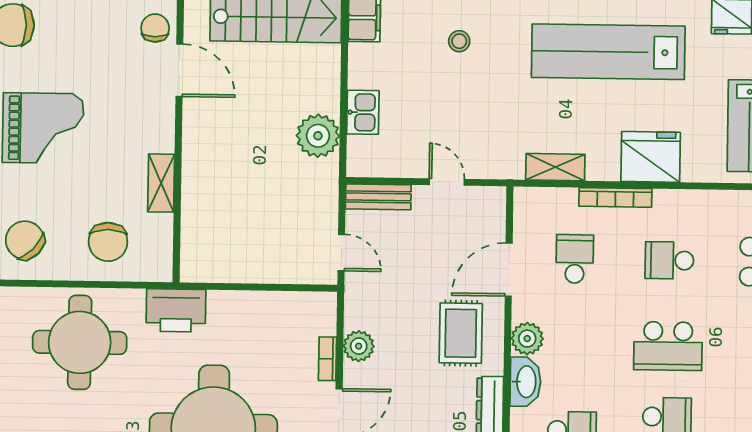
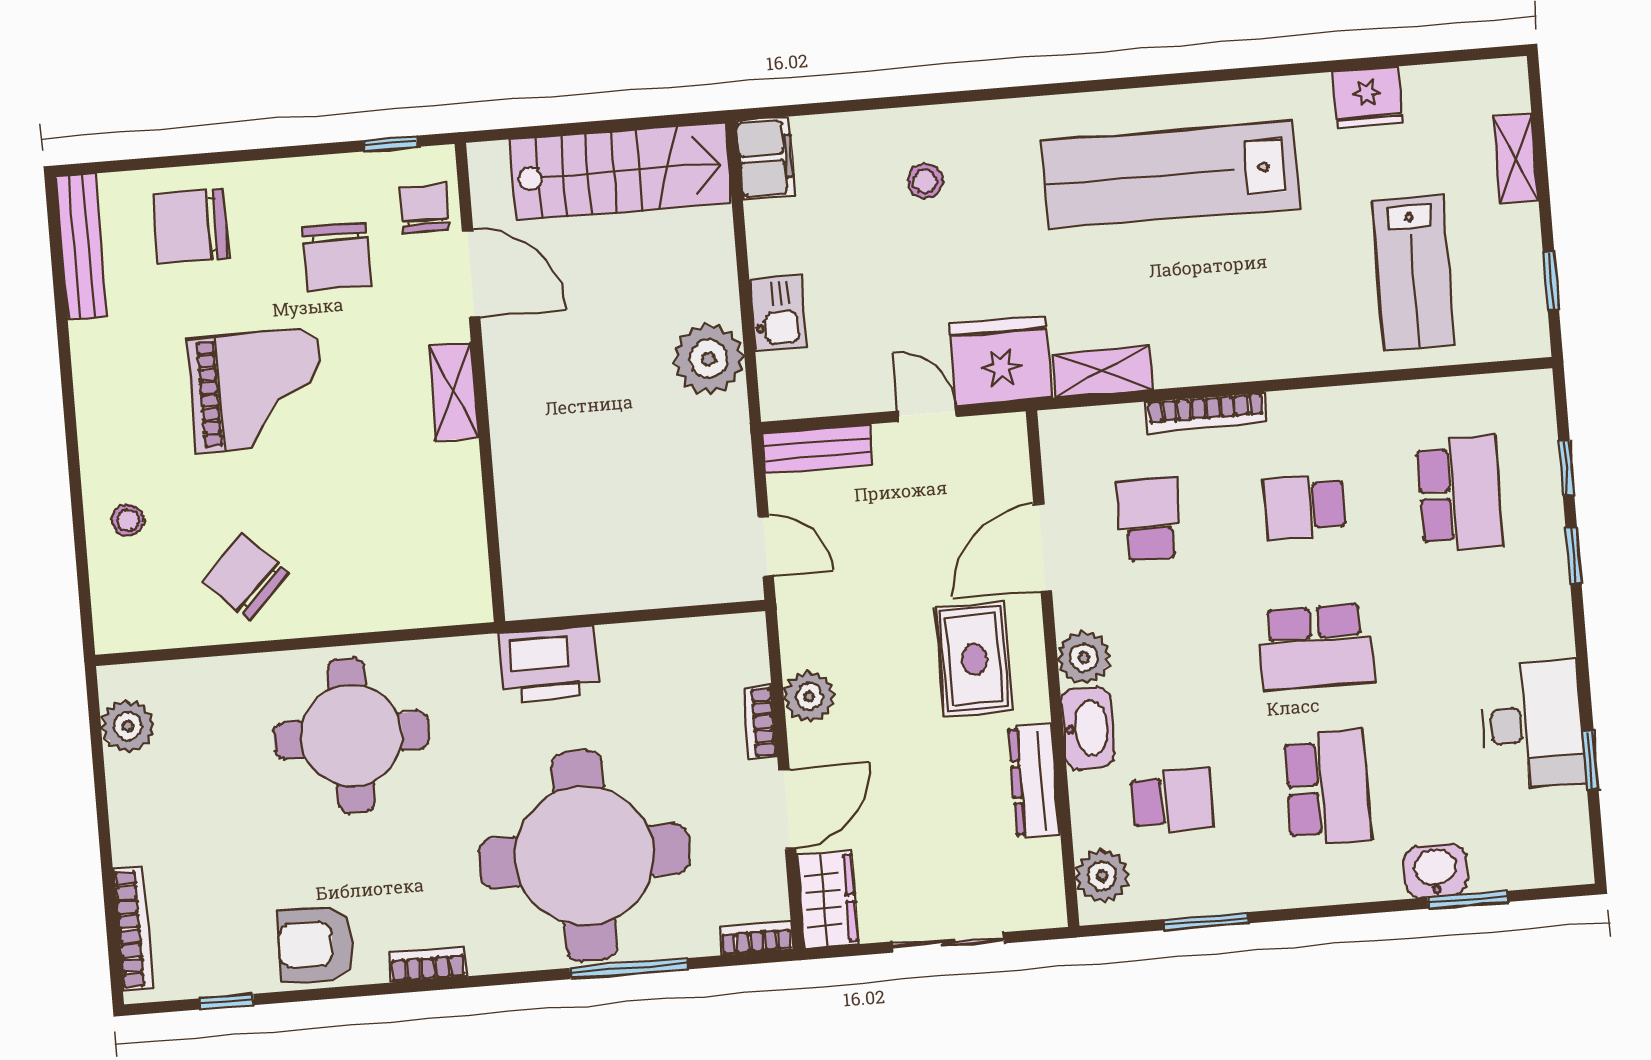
fridge: (651, 157) -> (1001, 361), moved
shelving: (161, 183) -> (454, 392), moved
chair: (108, 242) -> (337, 257), moved
printer: (176, 310) -> (549, 664), moved

